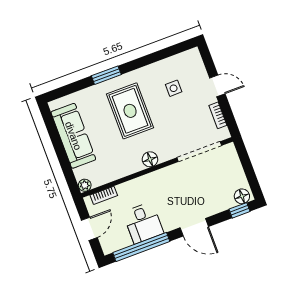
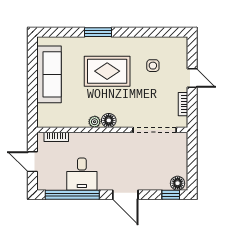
rug: (130, 111) -> (107, 71), turned 90
plant: (85, 185) -> (95, 122), moved
door: (89, 229) -> (32, 162), swing flipped

